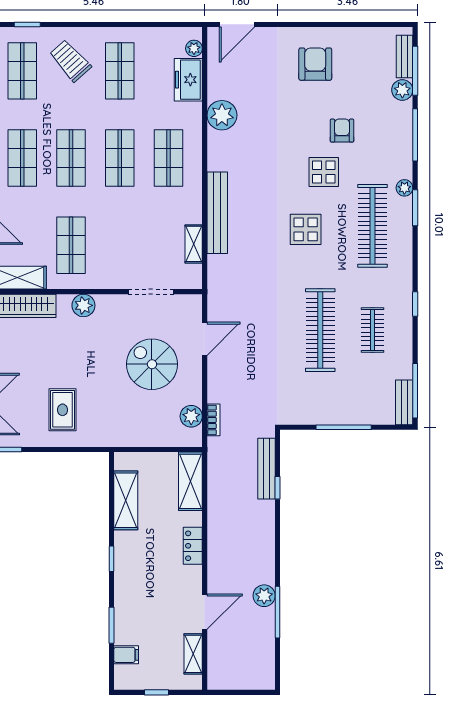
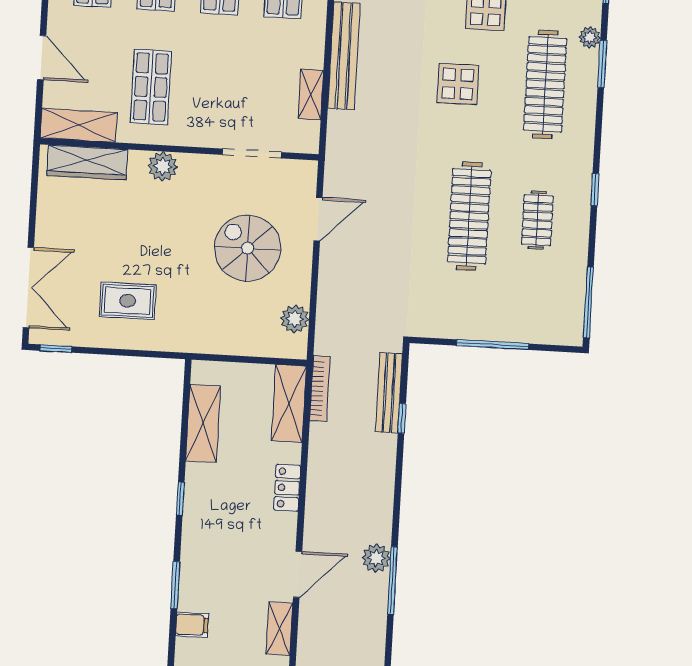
bench: (404, 402) -> (573, 317), removed
rug: (63, 410) -> (128, 301), turned 90
bookcase: (213, 420) -> (320, 388), moved, width x1.56

